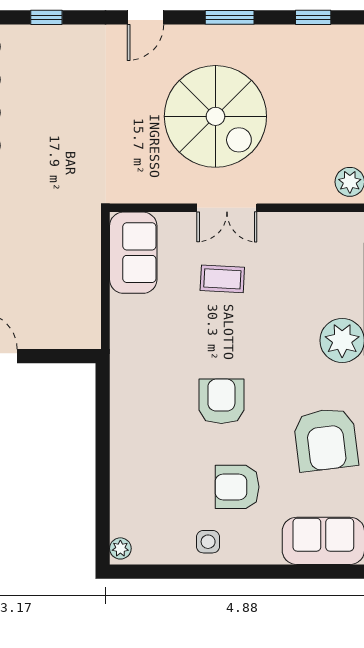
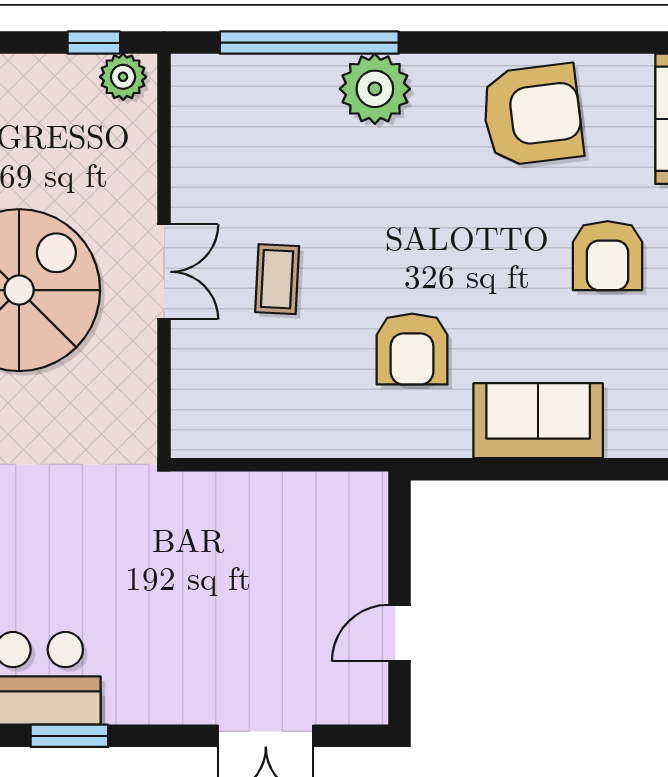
sofa: (133, 253) -> (538, 421), moved
armchair: (221, 401) -> (412, 349), moved, turned -90

